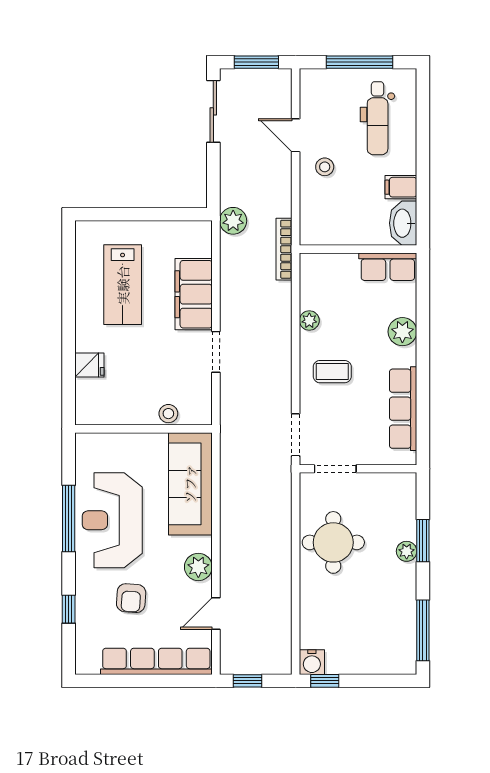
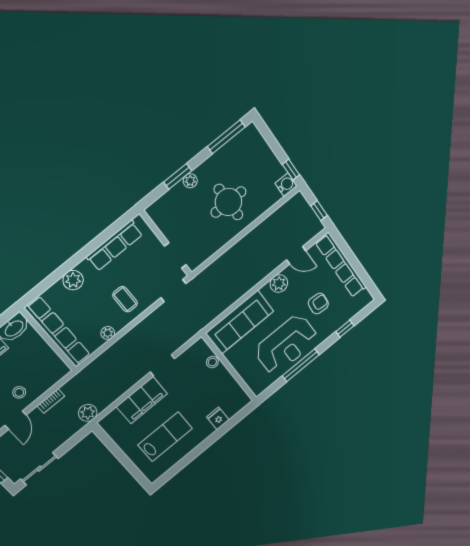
bookcase: (284, 249) -> (51, 401), moved, width x0.64
row of seats: (388, 267) -> (58, 332), width x2.02
round table: (333, 542) -> (228, 202), moved

